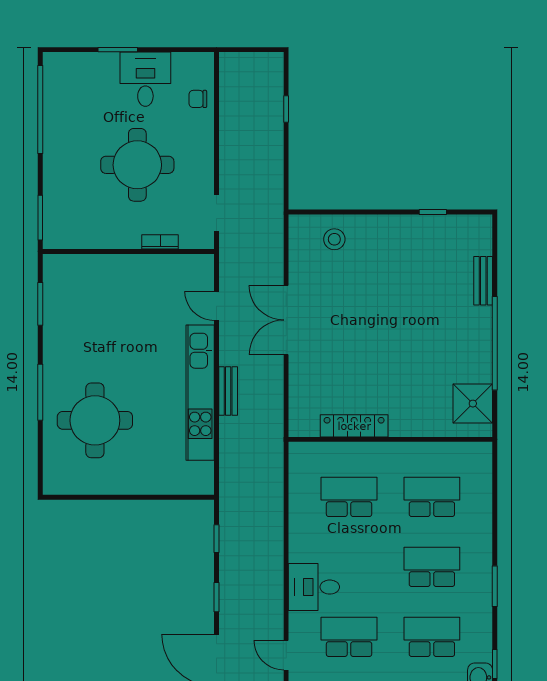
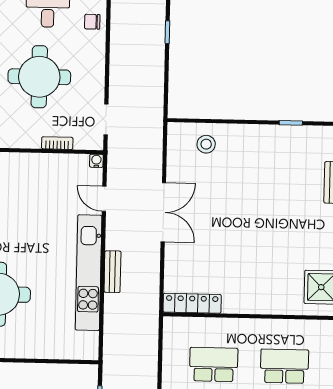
water cooler: (206, 262) -> (96, 161), added
double door: (286, 320) -> (163, 212), swing flipped
locker: (354, 426) -> (192, 303), moved

